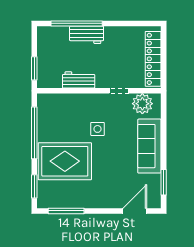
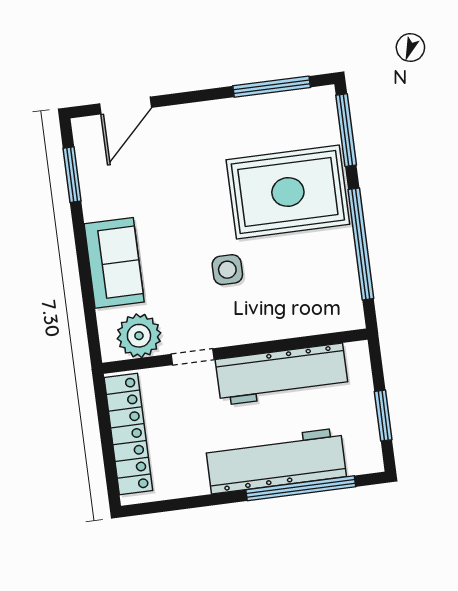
workbench: (87, 35) -> (276, 461), width x1.88, depth x1.32
window: (34, 68) -> (383, 416), moved
workbench: (79, 80) -> (282, 374), width x1.88, depth x1.32
sofa: (149, 146) -> (114, 263), width x0.73
window: (34, 186) -> (346, 130), width x1.44

